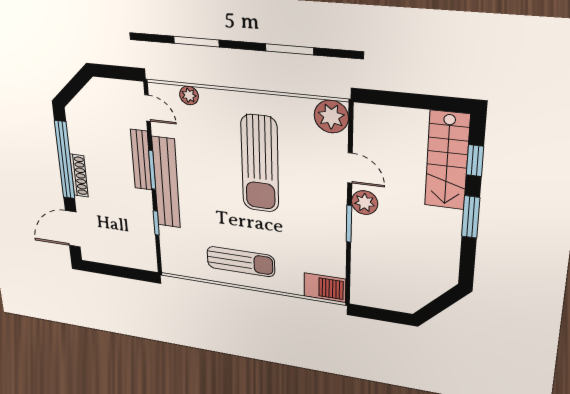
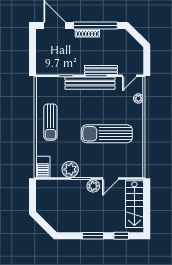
plant: (331, 117) -> (70, 169), moved
stairs: (447, 160) -> (134, 204), moved, turned -90

